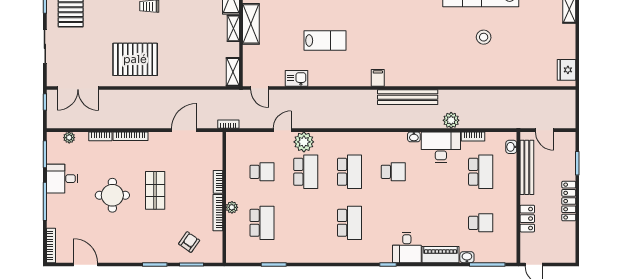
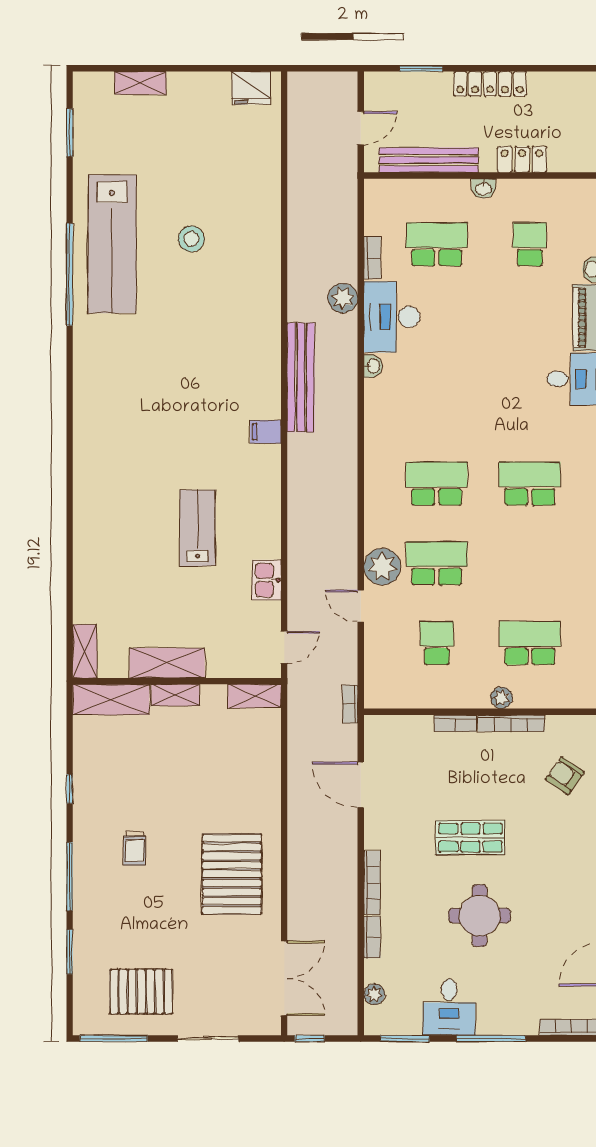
washbasin: (511, 147) -> (483, 188), moved
school desk: (393, 172) -> (437, 404), removed

